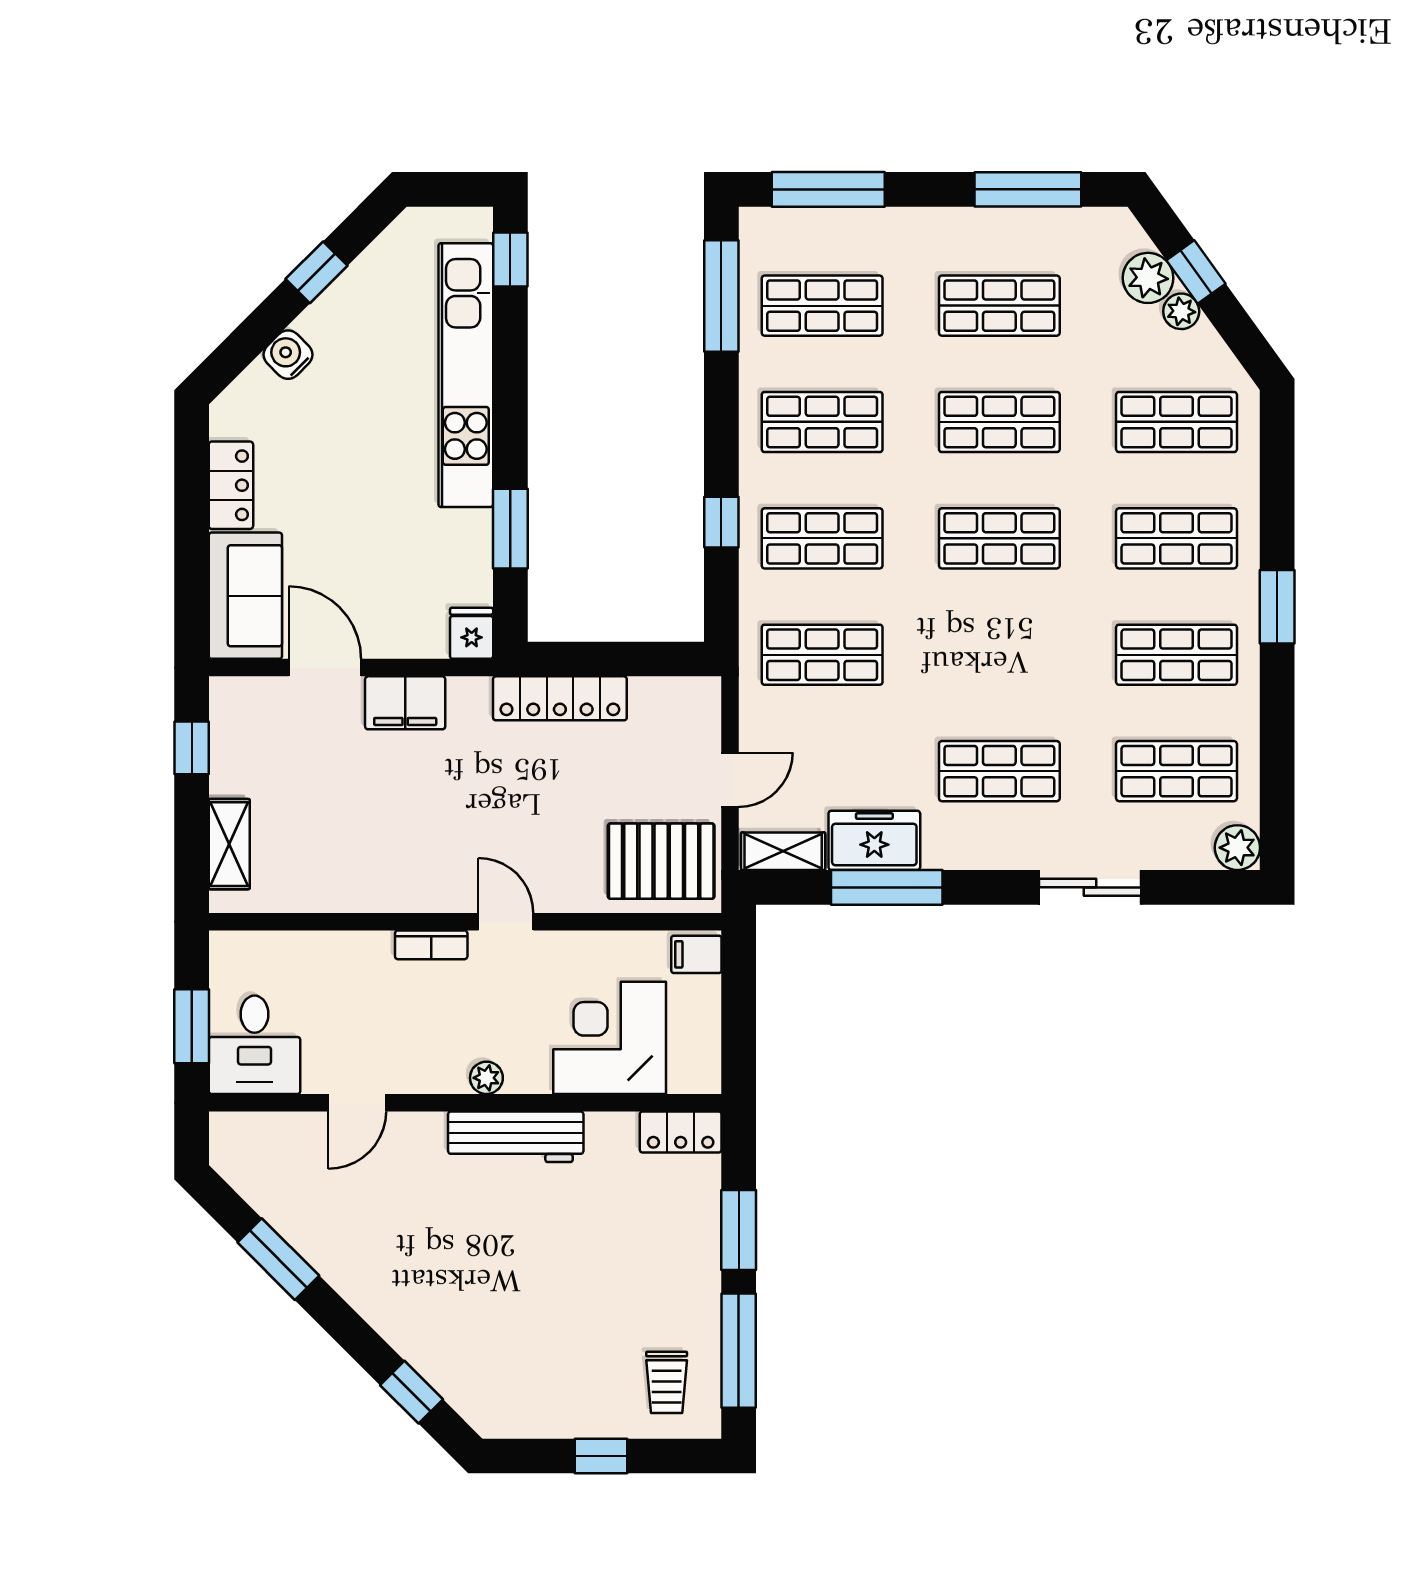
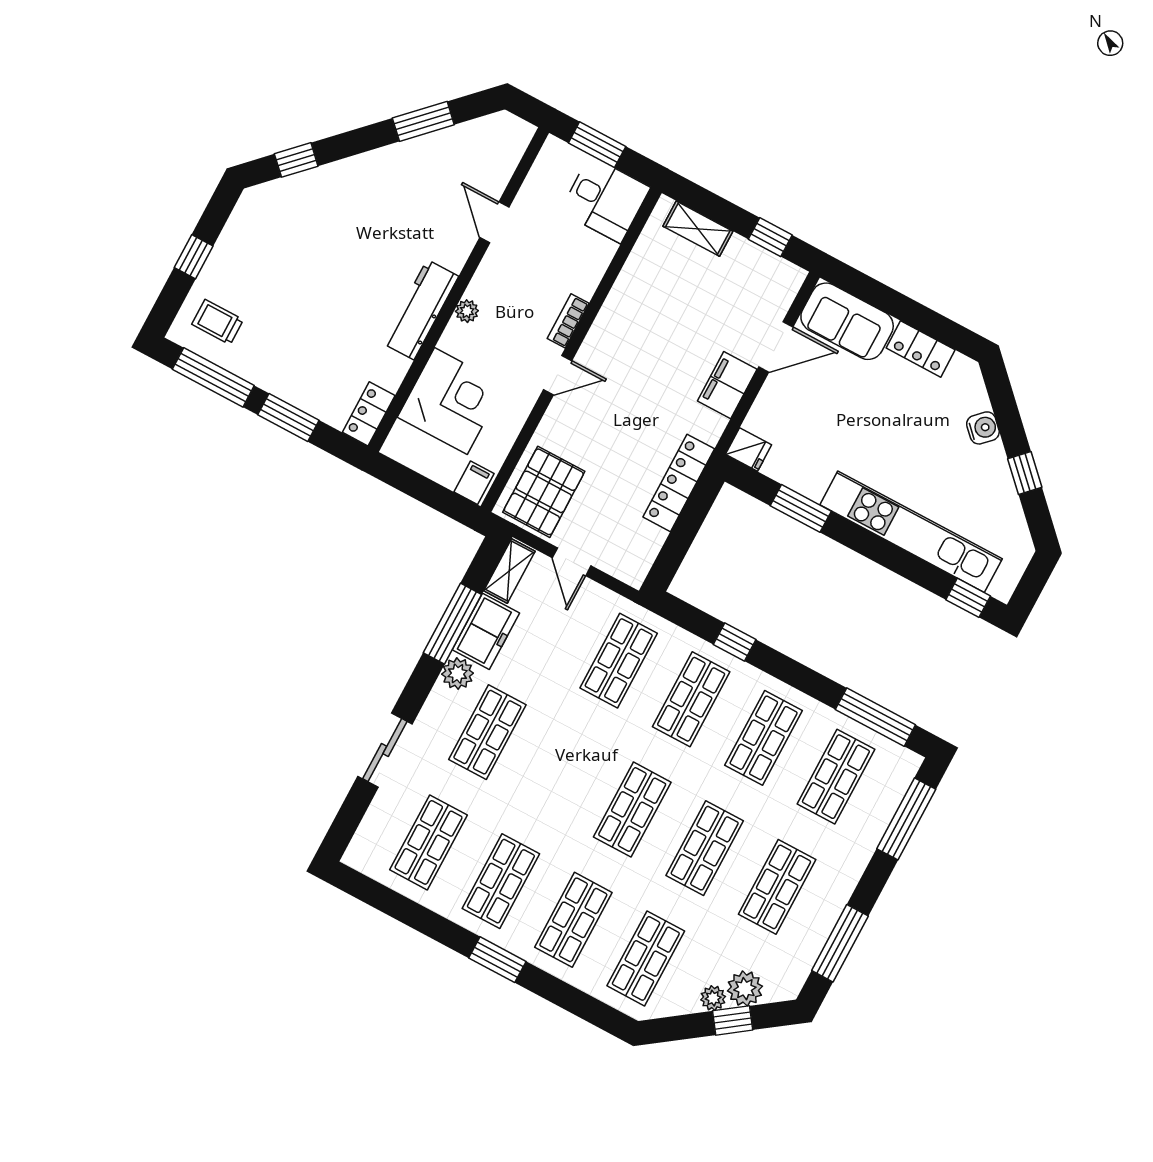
plant: (1237, 848) -> (458, 674), moved
desk: (255, 1045) -> (605, 199), moved, turned 180

